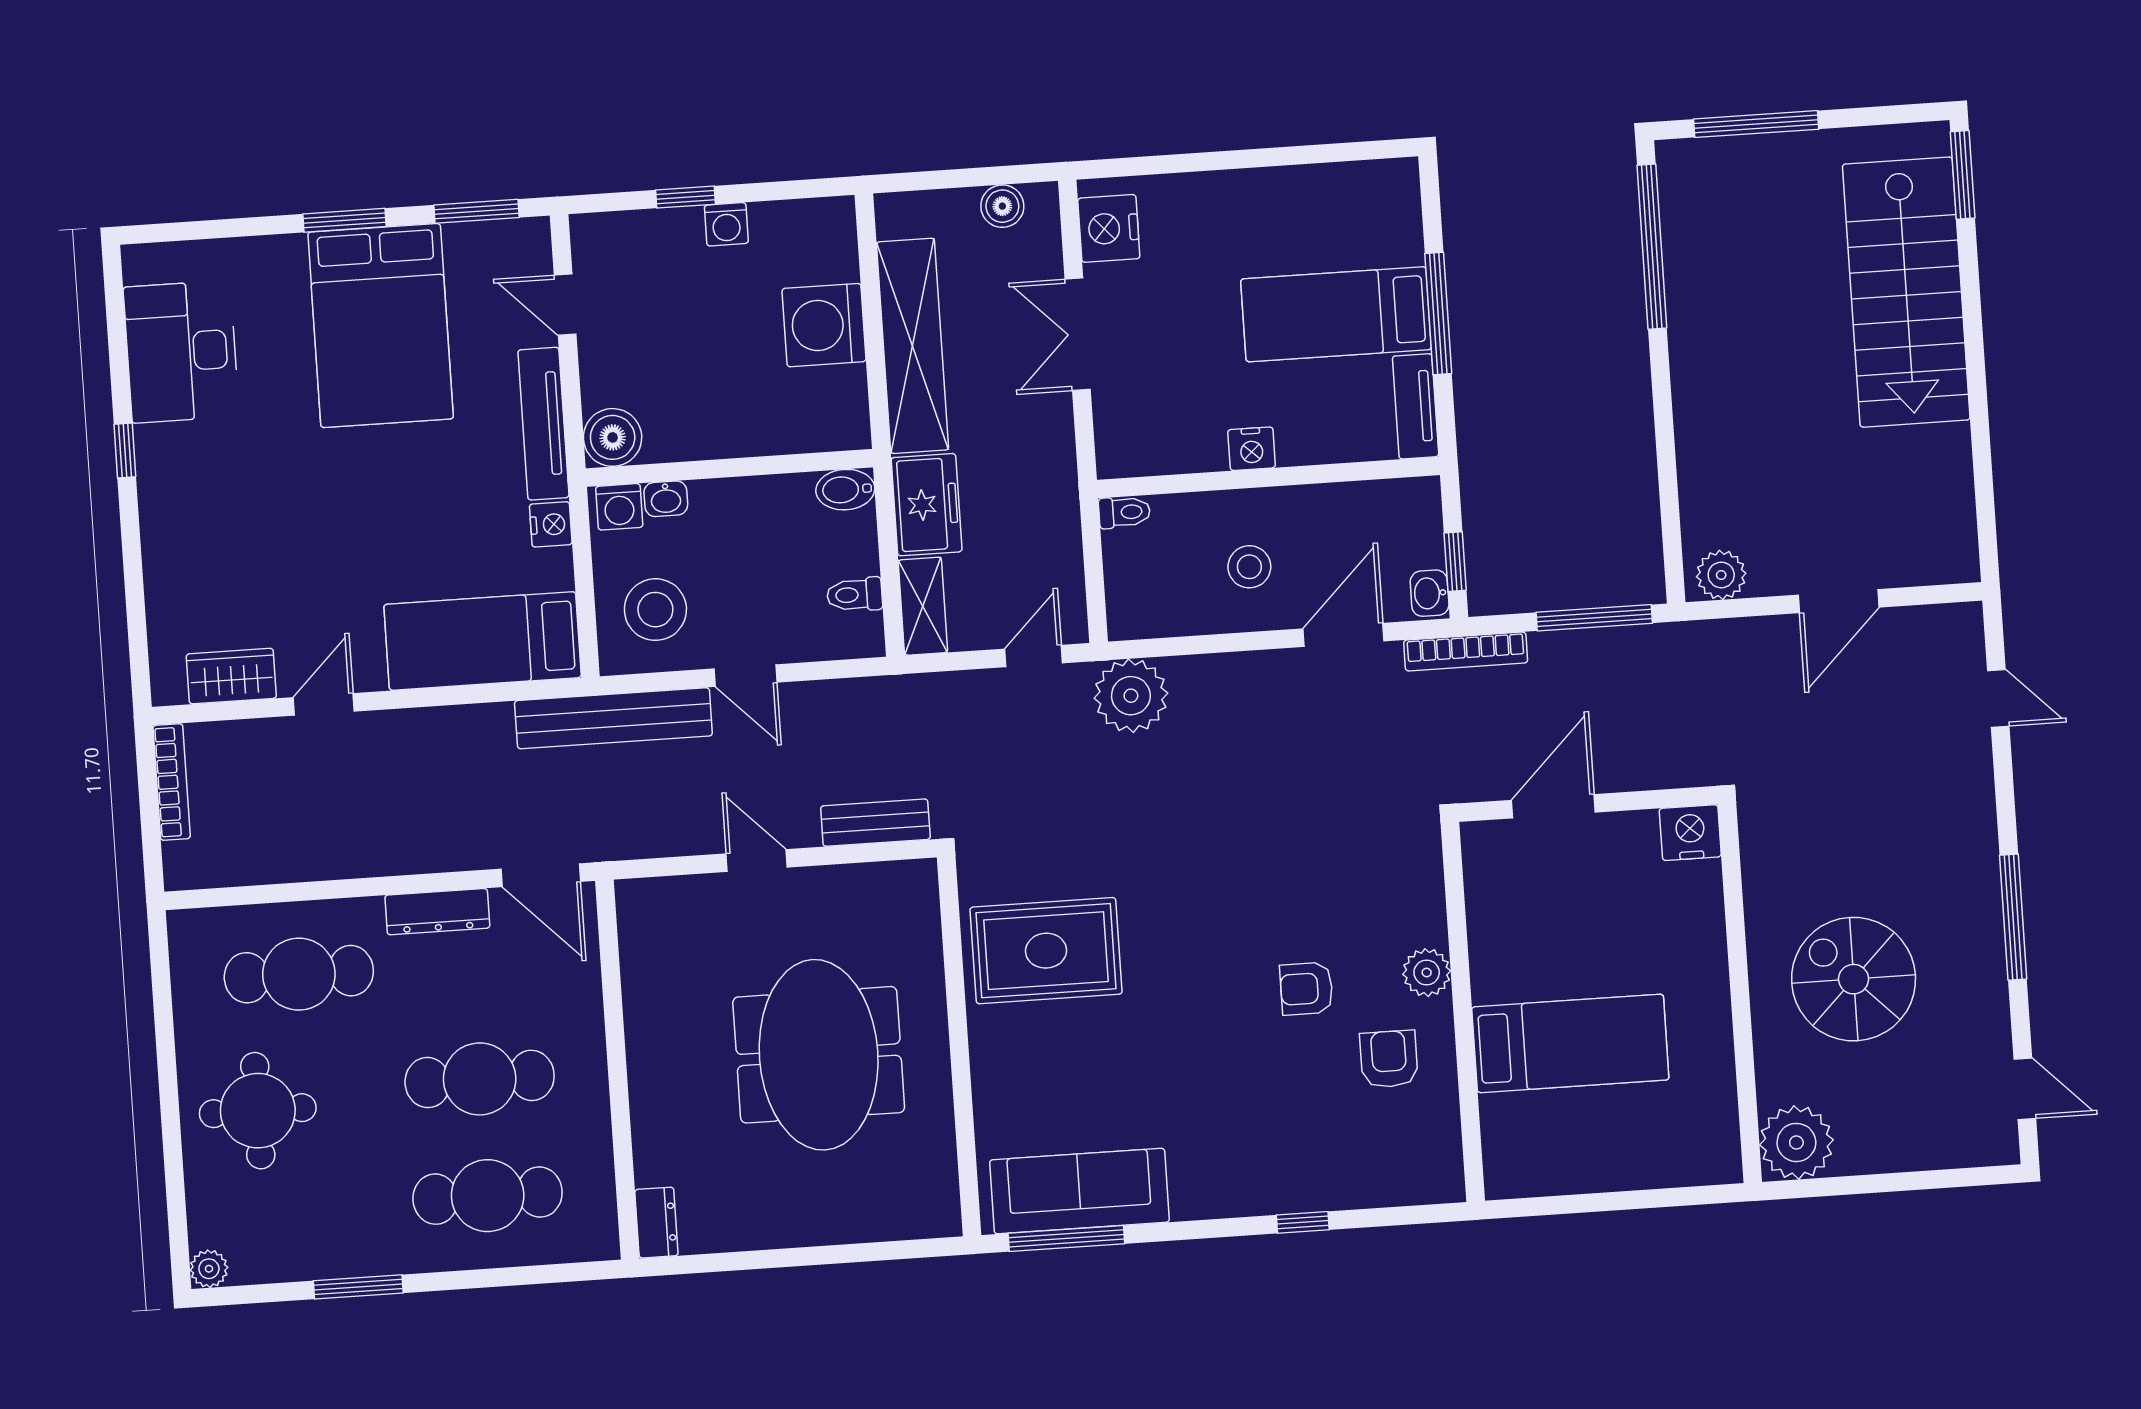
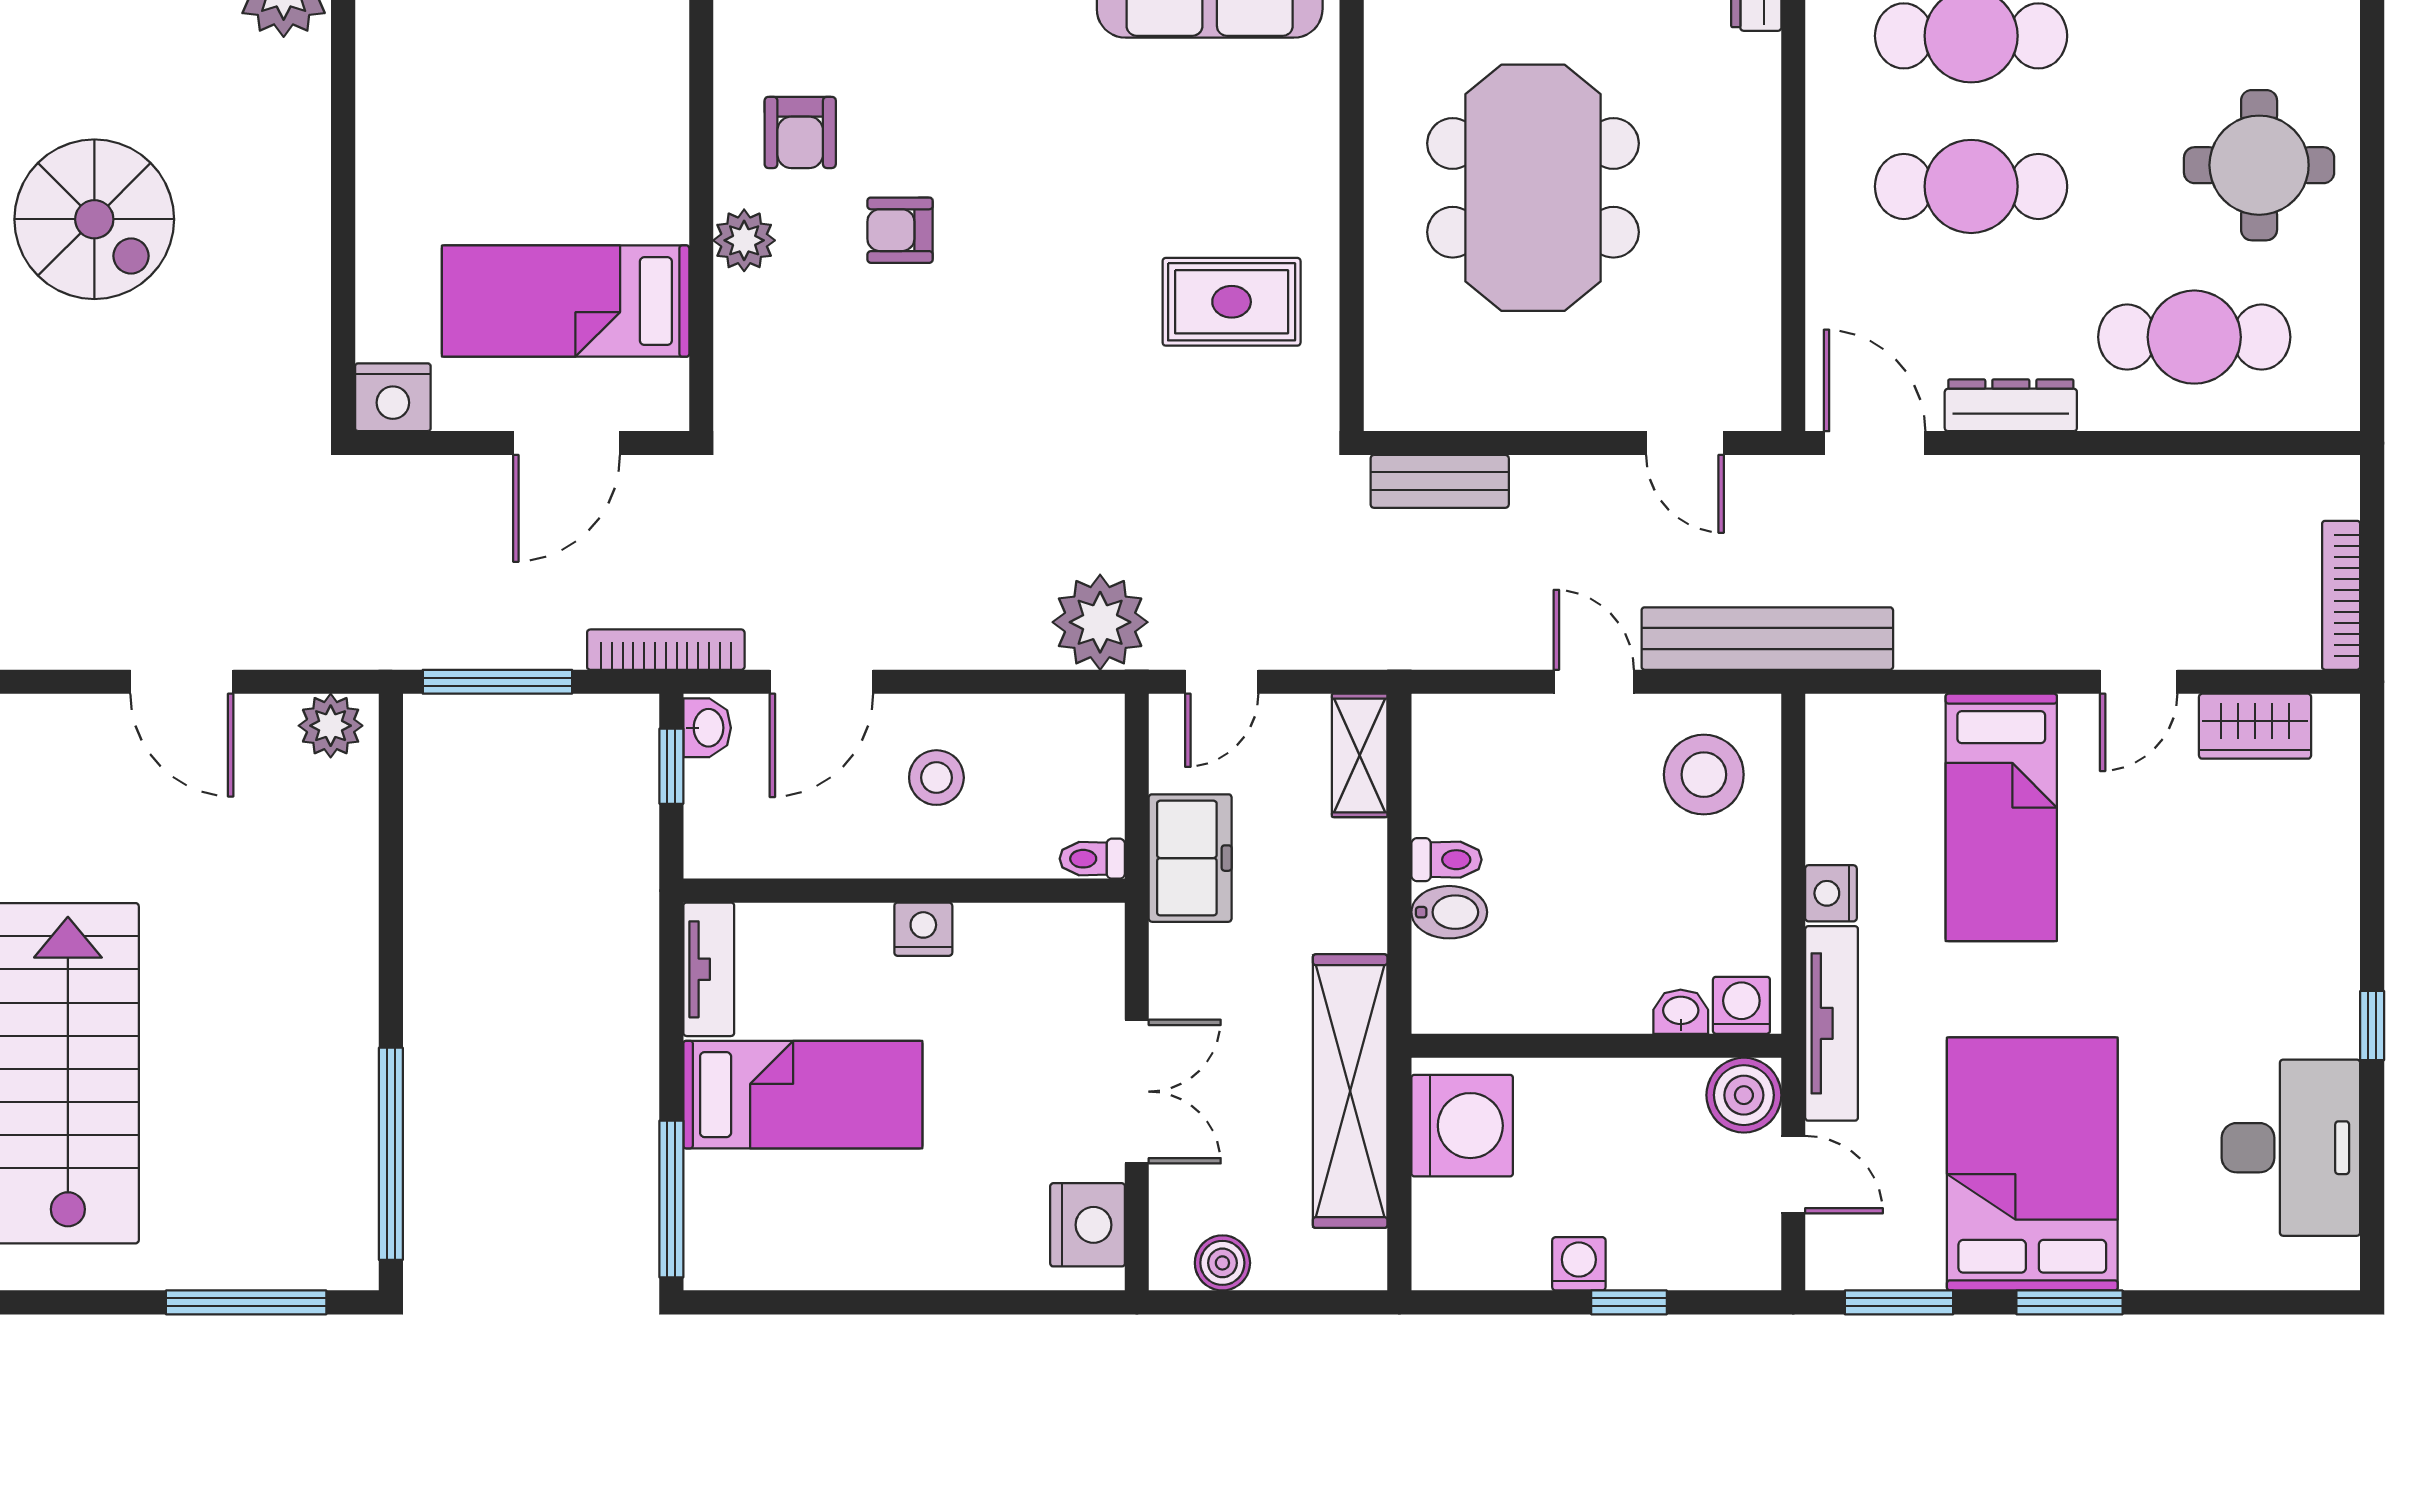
window: (1438, 314) -> (671, 1199), moved
boiler: (613, 437) -> (1744, 1095), moved
wall: (729, 468) -> (1596, 1046), moved
washbasin: (666, 499) -> (1681, 1012), moved
freezer: (927, 505) -> (1190, 858), moved, turned 180
washing machine: (619, 507) -> (1741, 1005), moved
toilet: (855, 595) -> (1446, 860), moved
door: (1839, 601) -> (182, 682), swing flipped
bed: (483, 641) -> (2001, 817), moved, turned 90
door: (757, 861) -> (1685, 443), moved
rug: (1046, 951) -> (1232, 302), width x0.73, depth x0.70
spiral stairs: (1854, 979) -> (94, 219), moved
armchair: (1306, 989) -> (900, 230), turned 180
bed: (1570, 1043) -> (566, 301), moved

